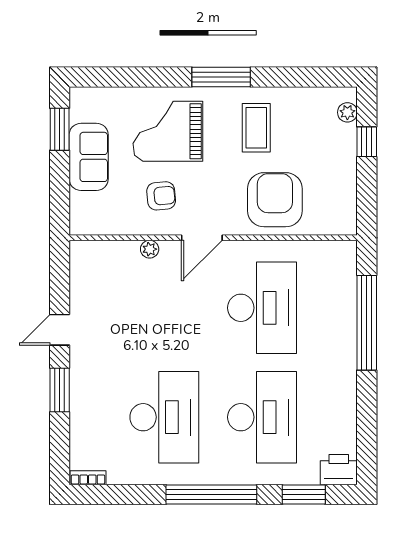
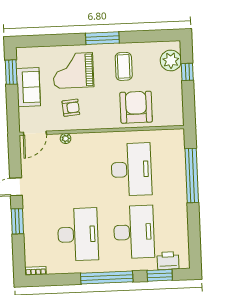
plant: (347, 112) -> (171, 61), width x1.88, depth x1.88
door: (202, 238) -> (35, 133), moved
printer: (339, 470) -> (168, 261), moved

